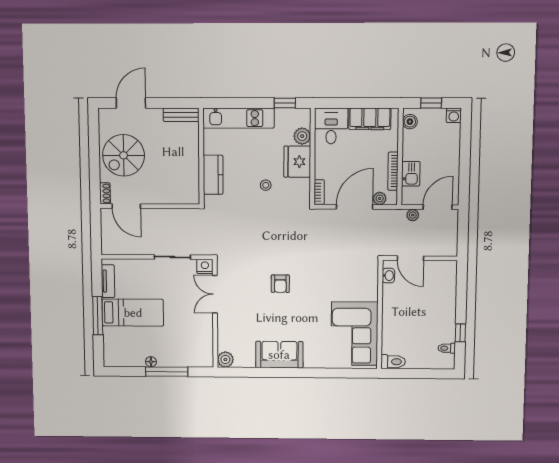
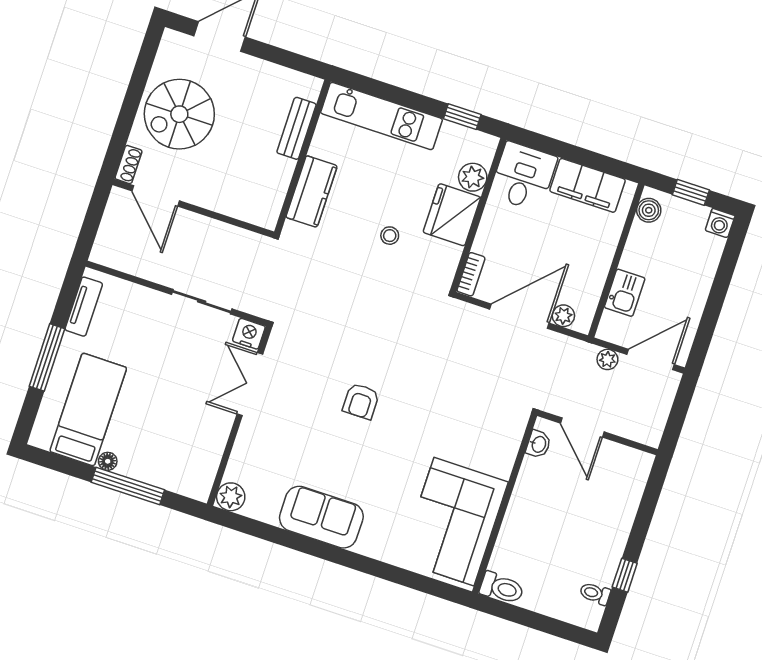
bench: (181, 115) -> (296, 128), moved, turned 90
bookcase: (393, 171) -> (598, 279), removed
bed: (133, 313) -> (88, 410), moved, turned -90

